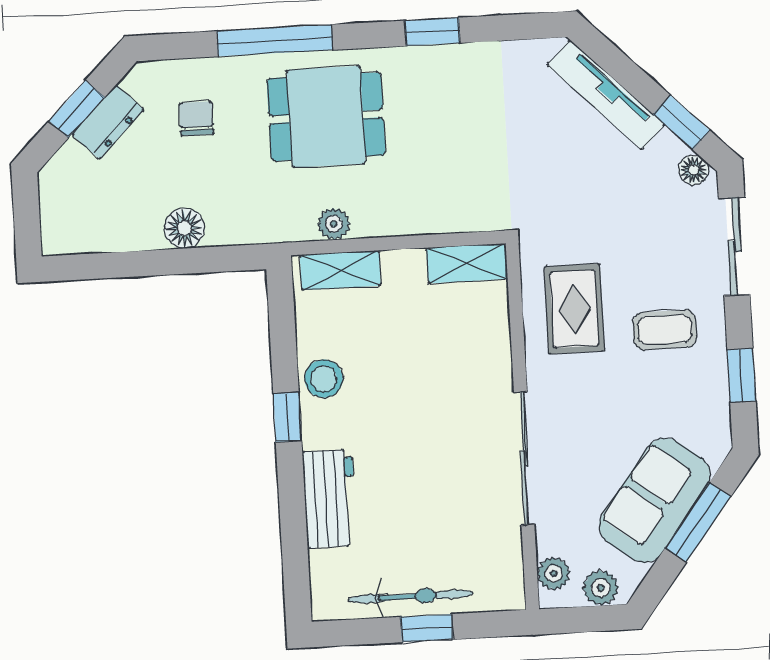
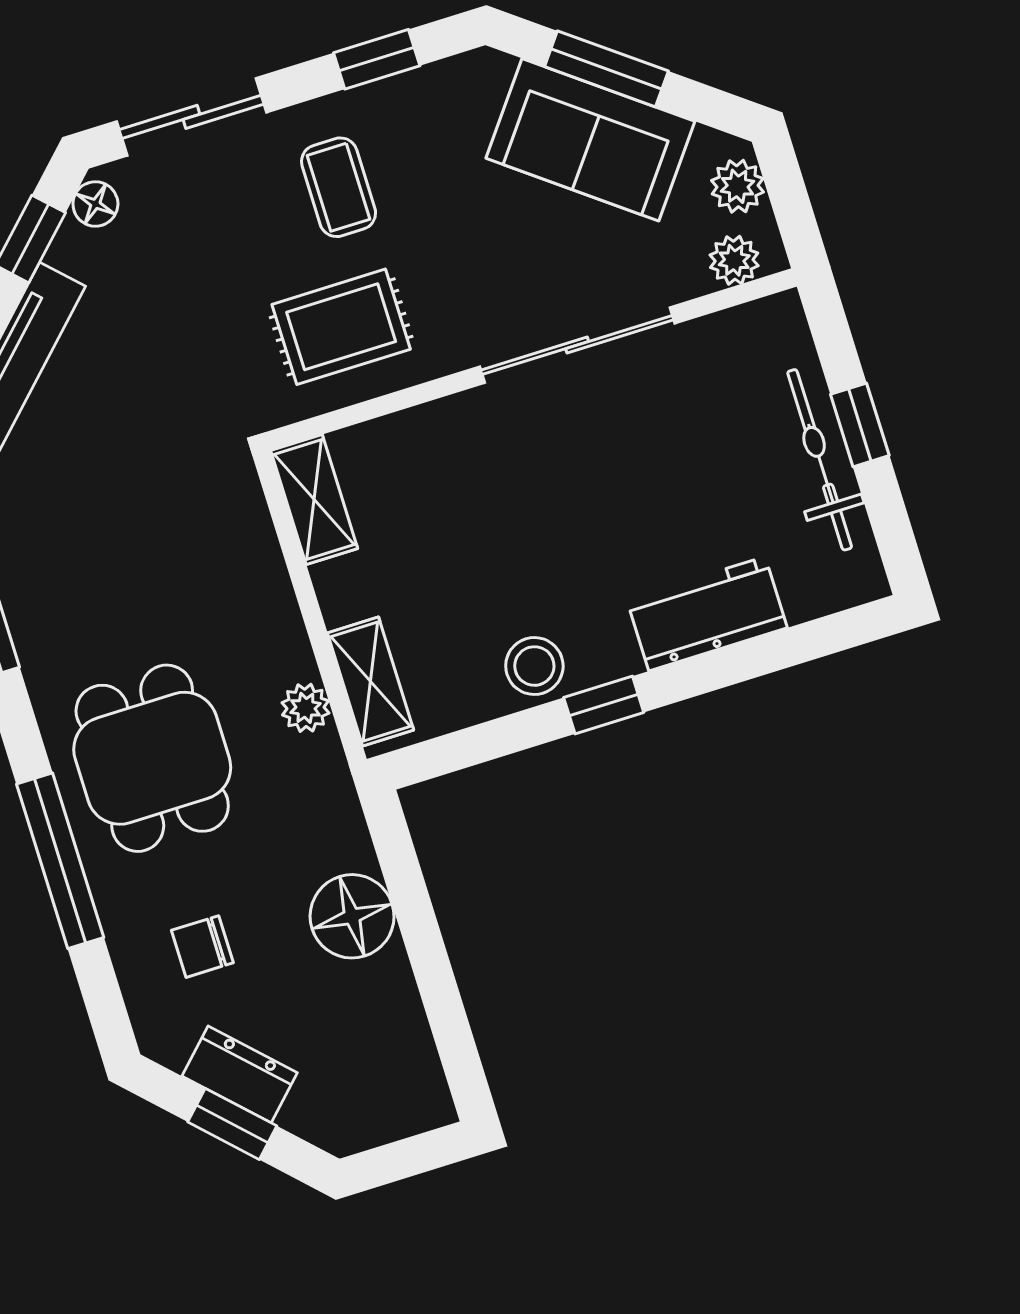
floor lamp: (184, 228) -> (352, 916), width x1.38, depth x1.38

